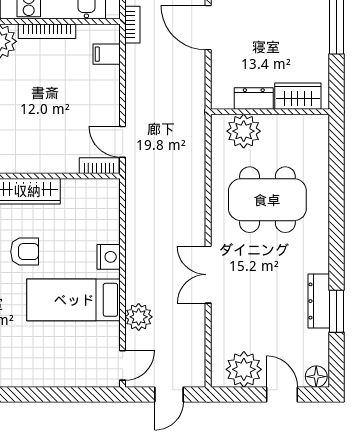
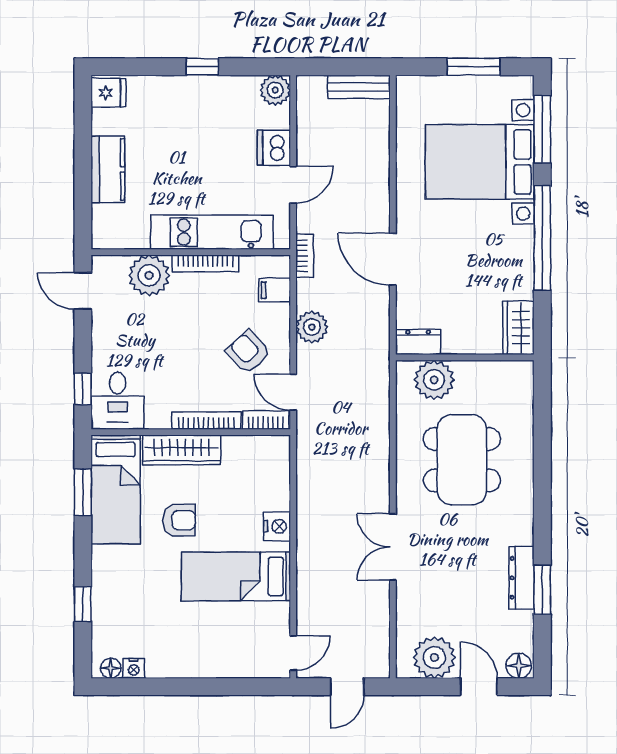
wardrobe: (298, 96) -> (518, 328), moved, turned -90
dresser: (254, 99) -> (418, 342), moved
armchair: (84, 107) -> (248, 352), added
bookcase: (48, 166) -> (206, 421), added
dining table: (267, 200) -> (462, 460), turned 90
plant: (139, 317) -> (312, 327), moved

